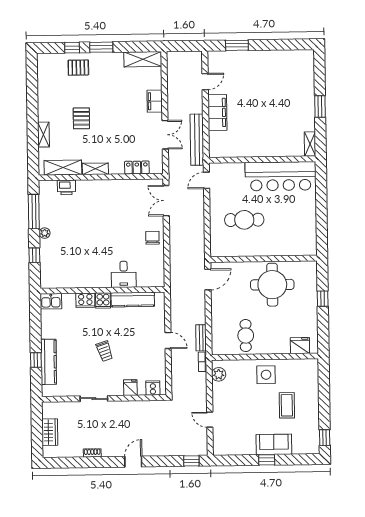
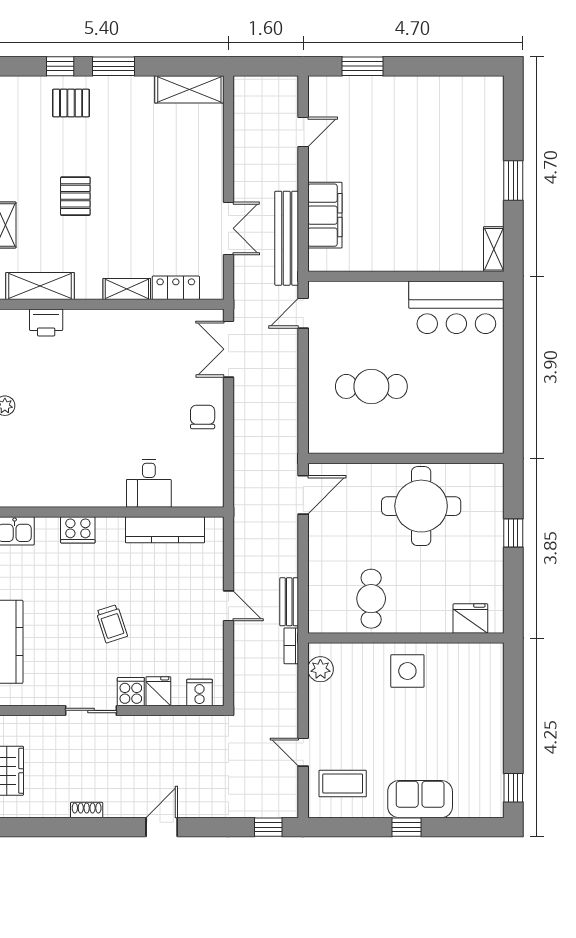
filing cabinet: (155, 101) -> (210, 167), removed
filing cabinet: (217, 113) -> (325, 215), moved
shelving: (95, 169) -> (127, 289), moved
bar counter: (281, 176) -> (456, 307), width x0.73
cooker: (103, 301) -> (131, 692), moved, turned 180
coffee table: (287, 405) -> (343, 784), moved, turned 90

